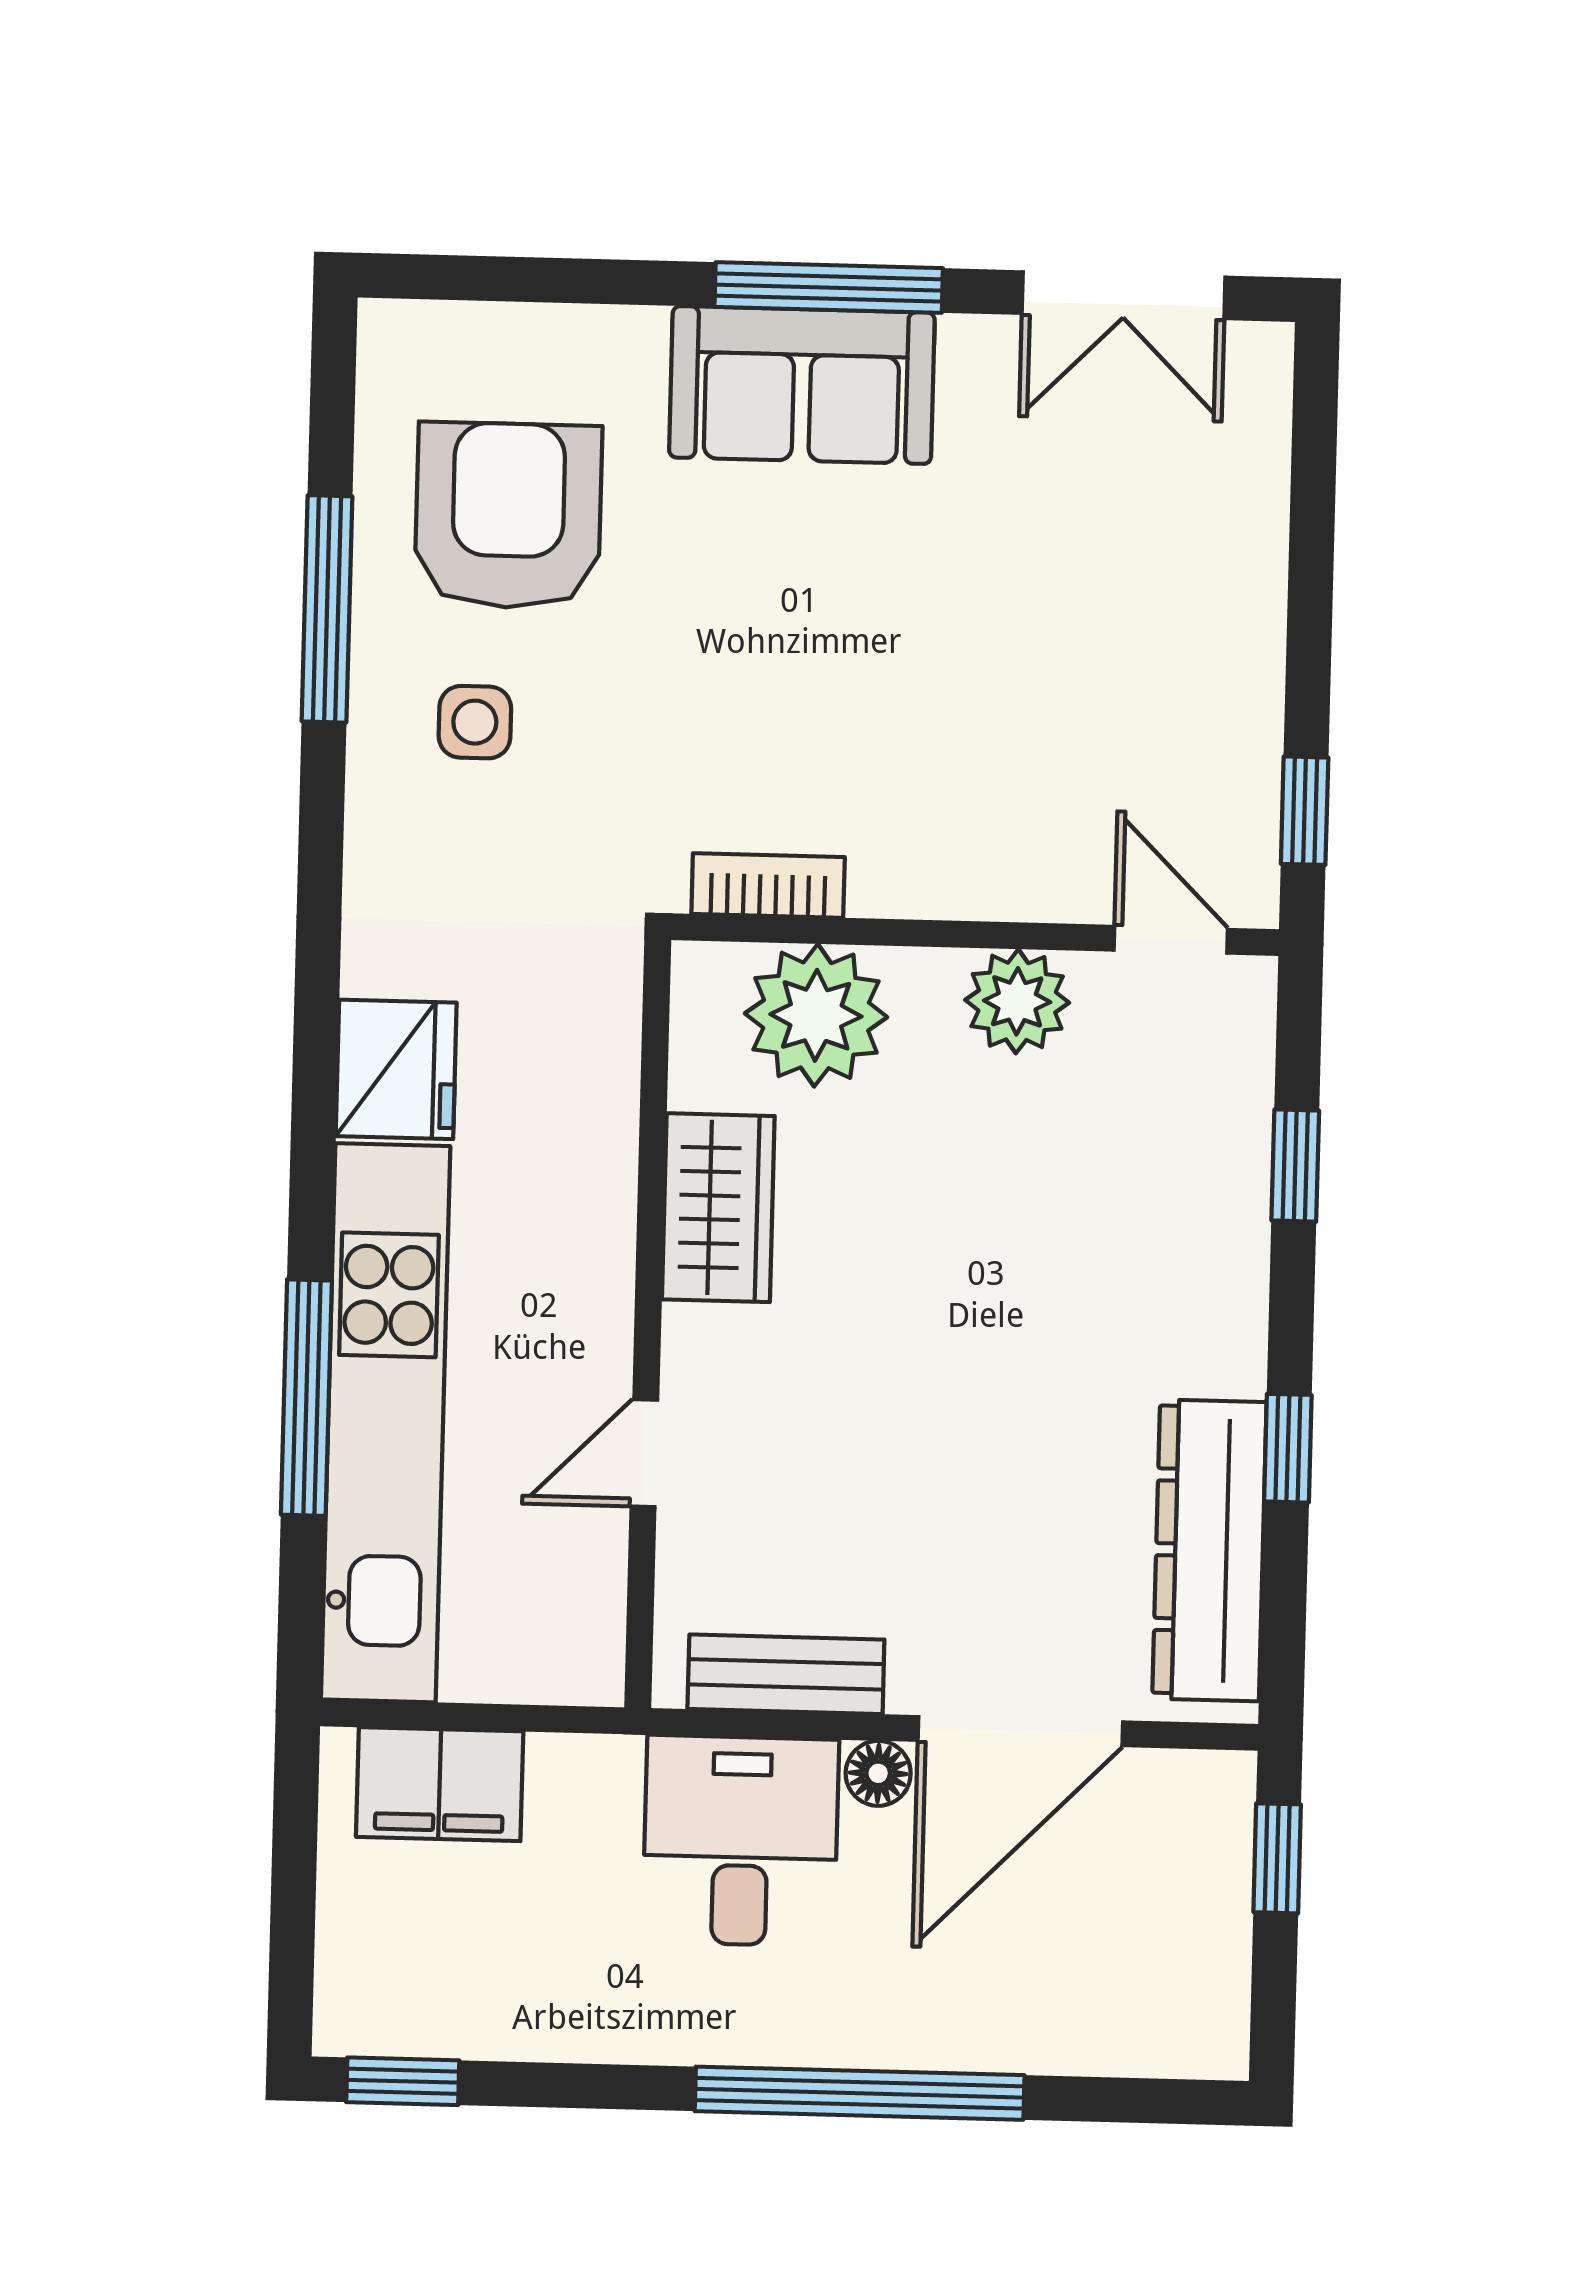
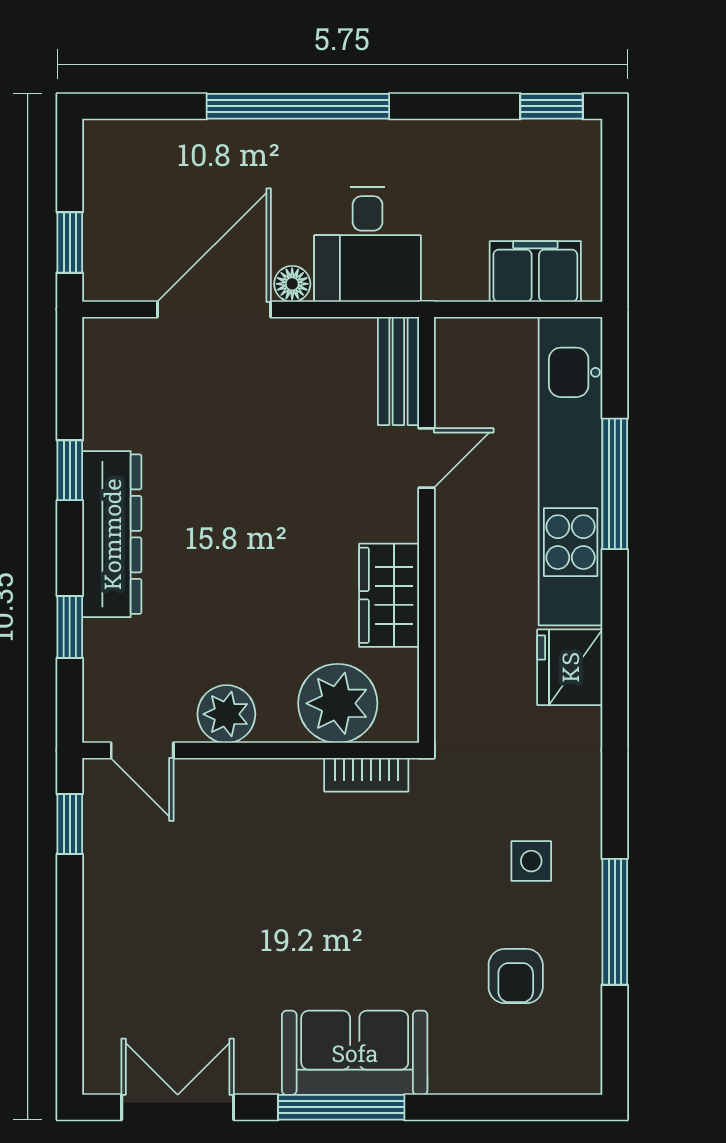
armchair: (508, 516) -> (516, 976), width x0.53, depth x0.53
dresser: (1209, 1550) -> (112, 534), moved
bench: (786, 1674) -> (398, 371), moved, turned 90

